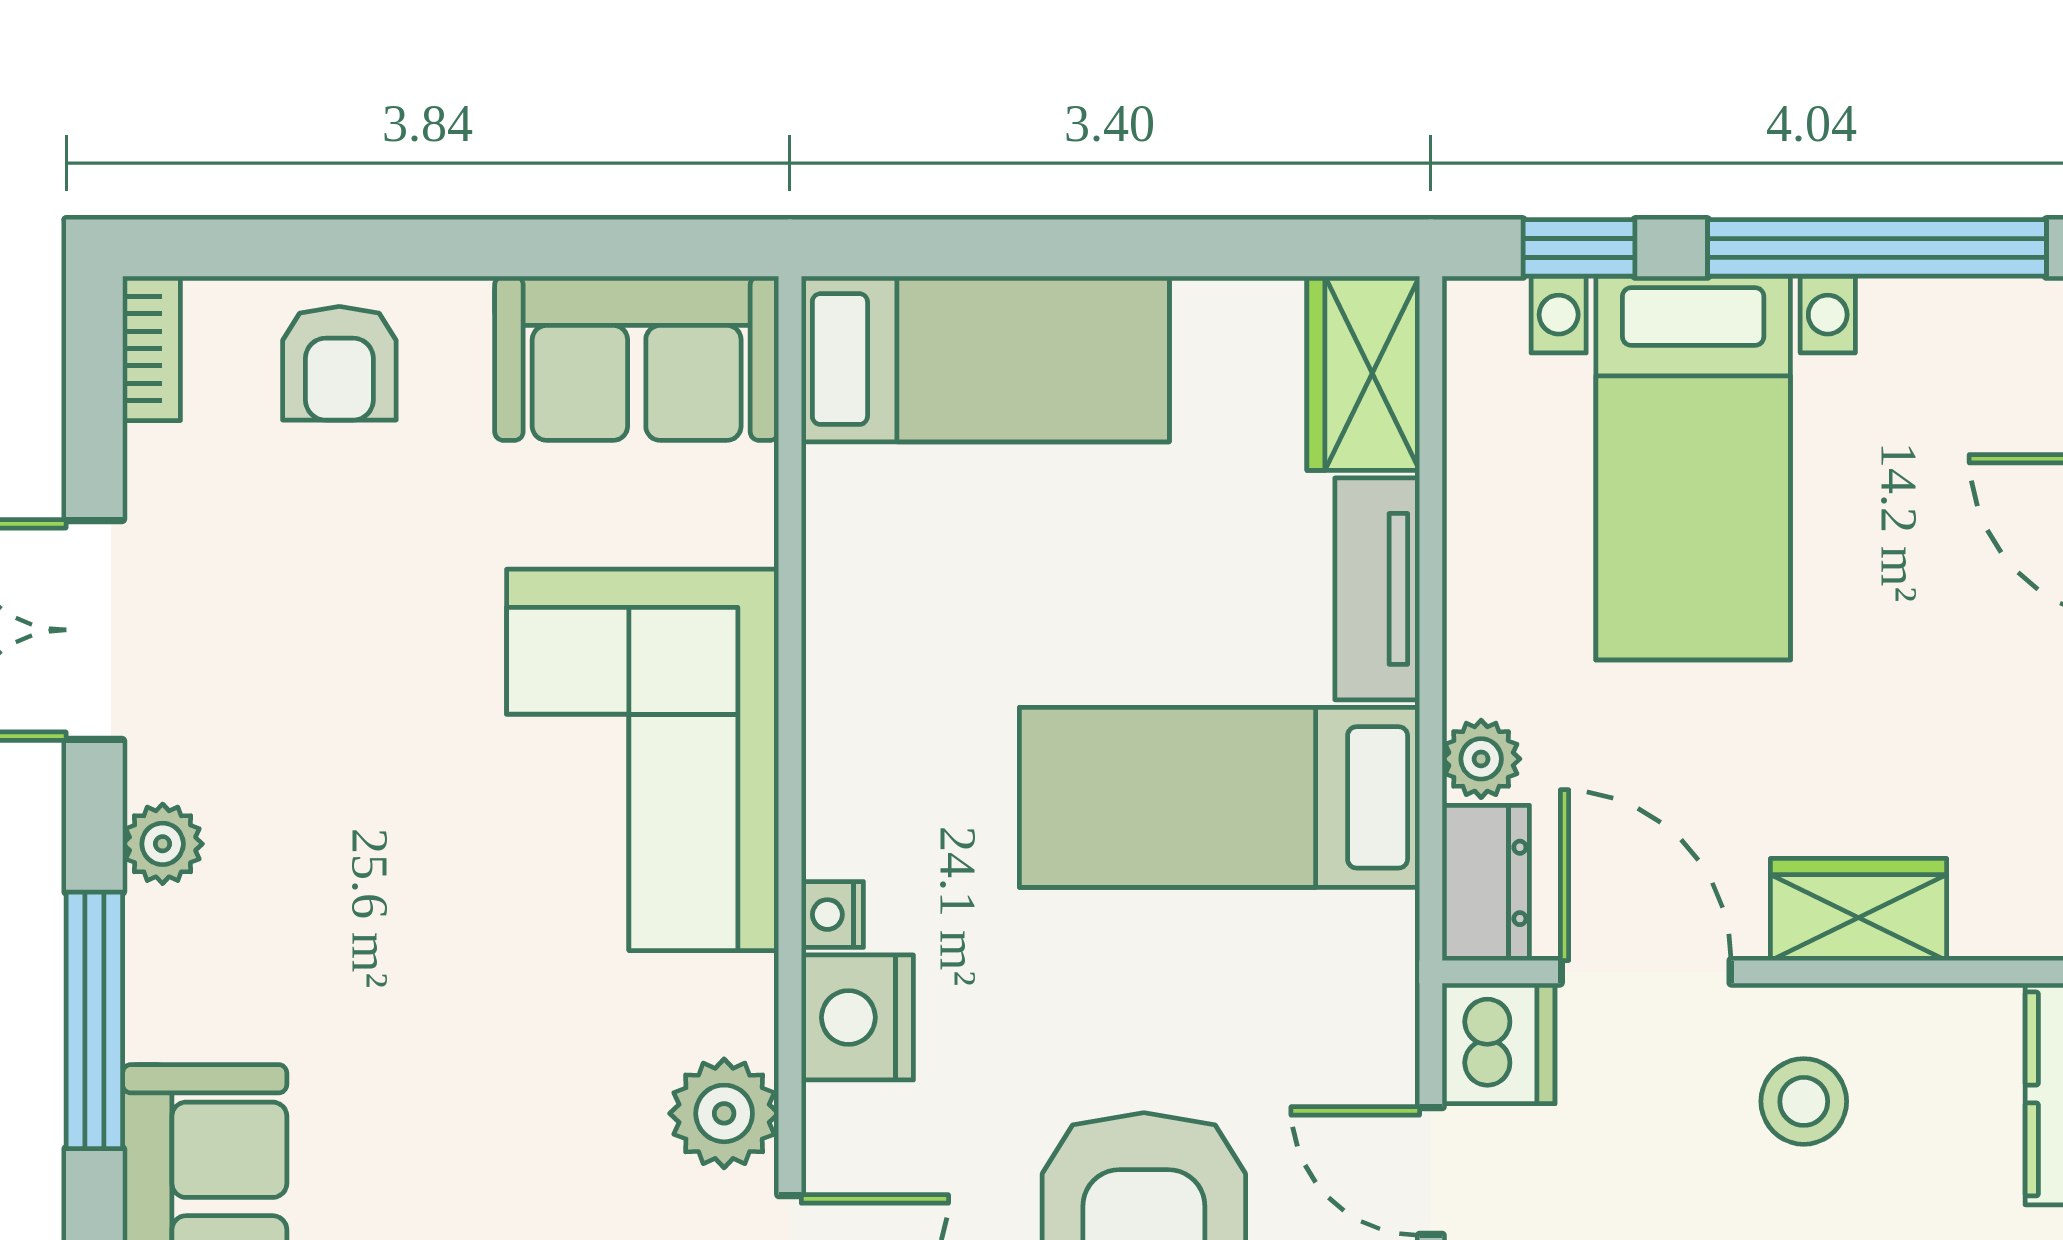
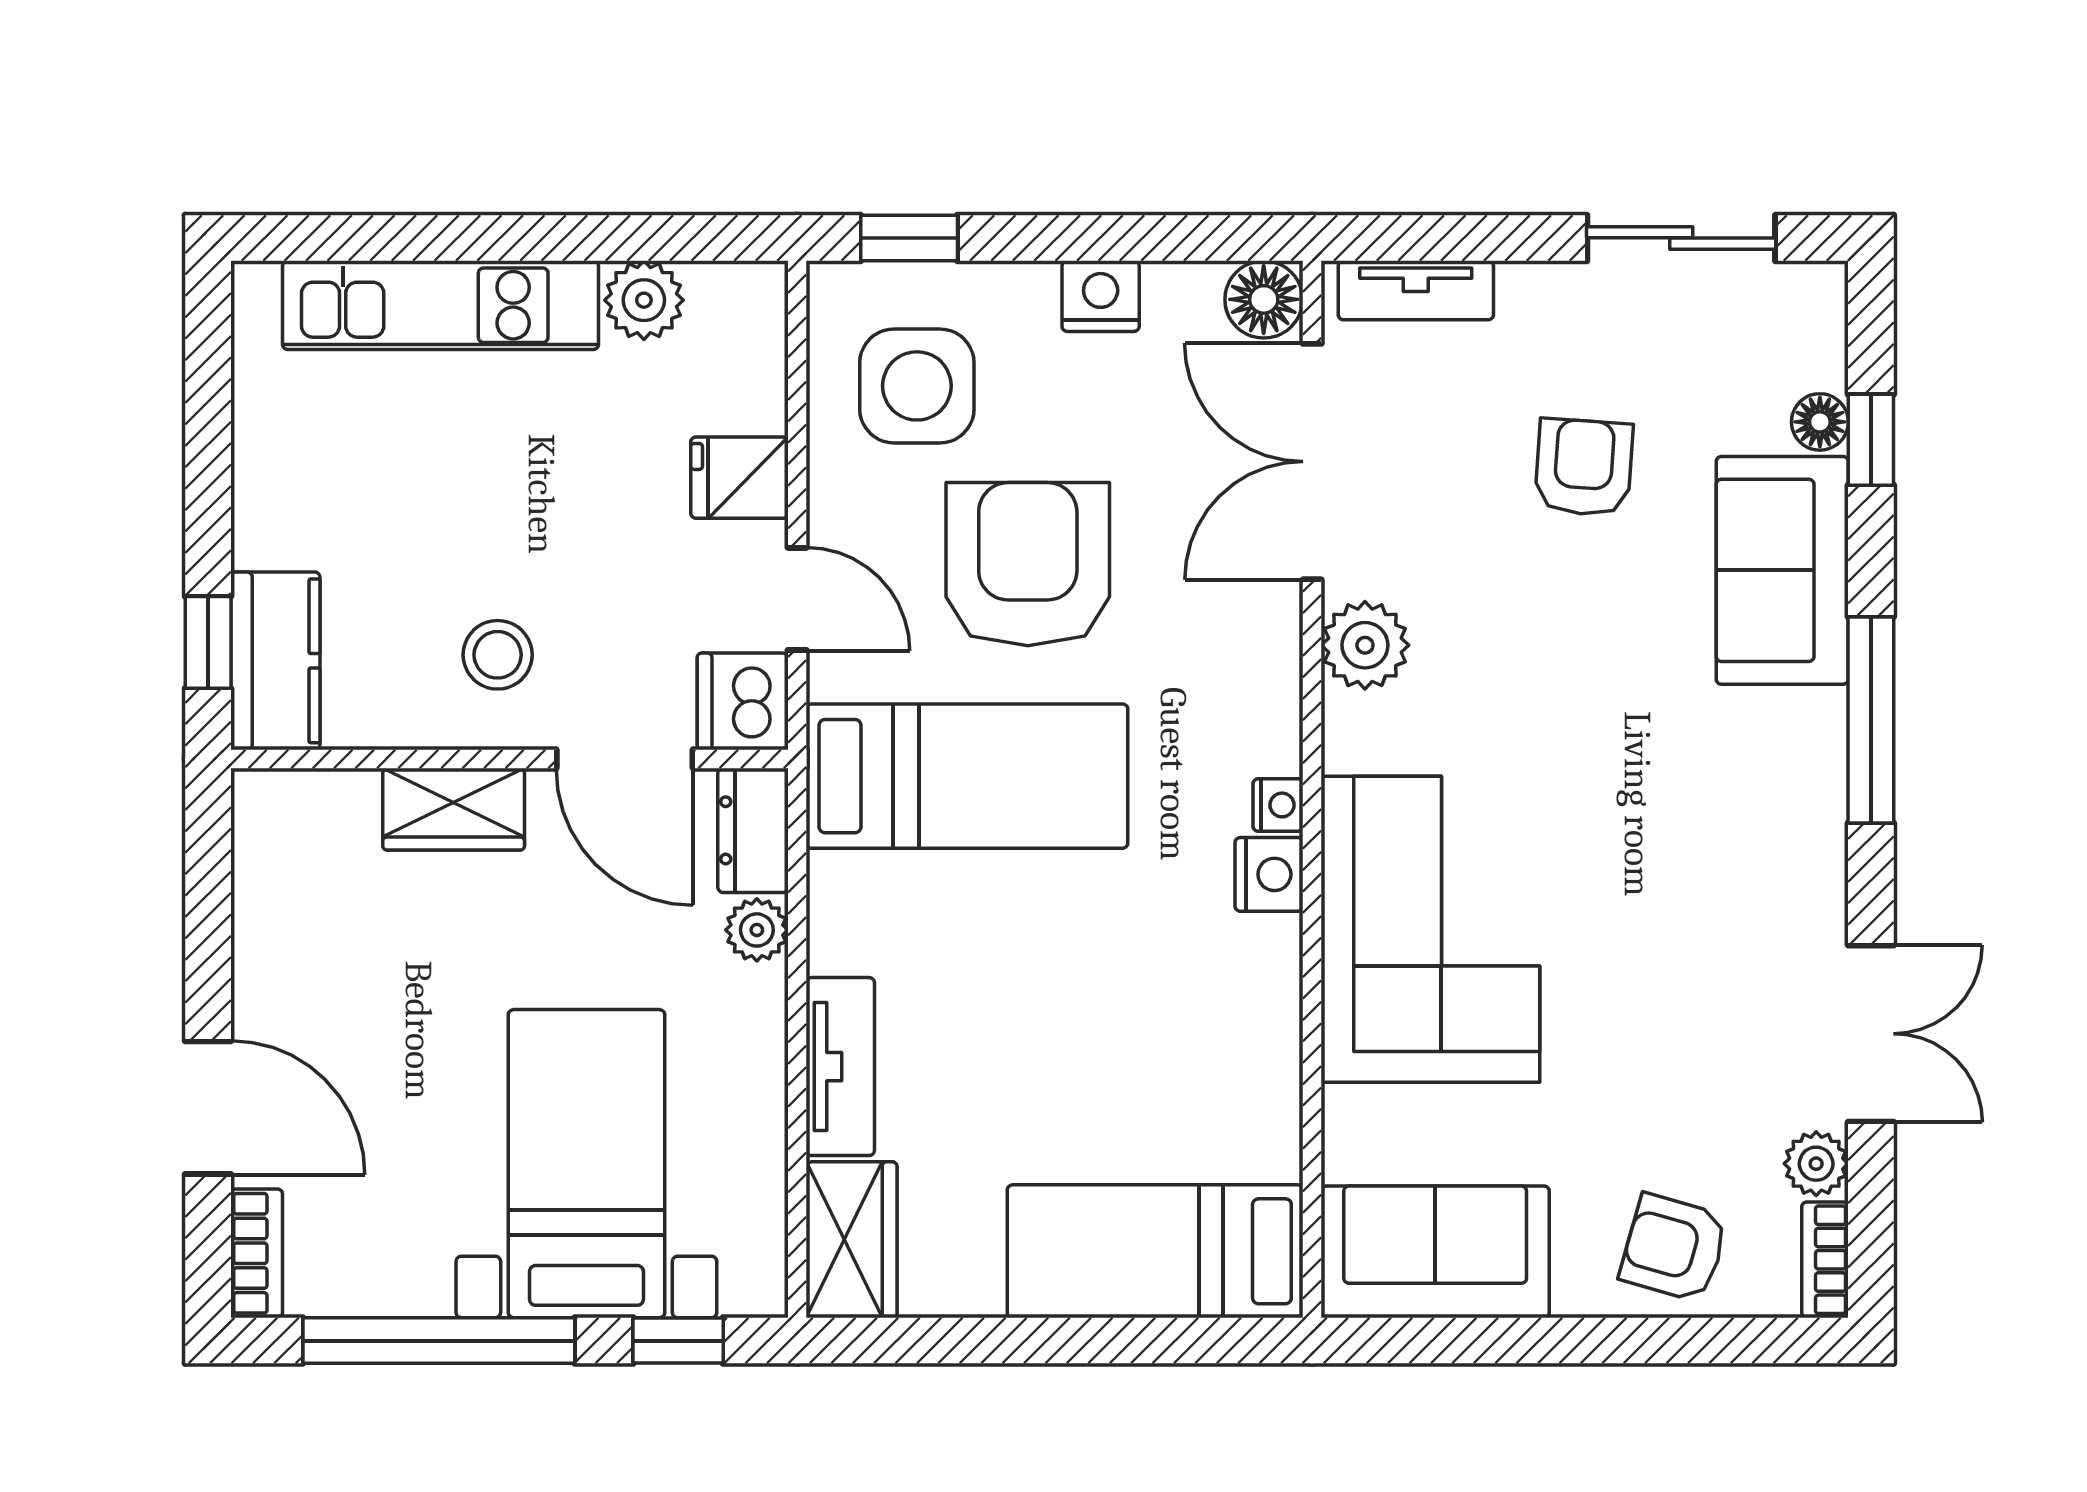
armchair: (339, 363) -> (1674, 1248), turned -74
bed: (1220, 797) -> (967, 776), moved
plant: (163, 844) -> (1816, 1164), moved
nightstand: (857, 1017) -> (1269, 874), moved, width x0.74, depth x0.75

